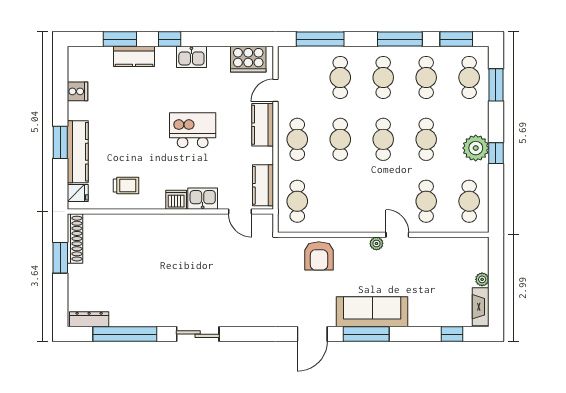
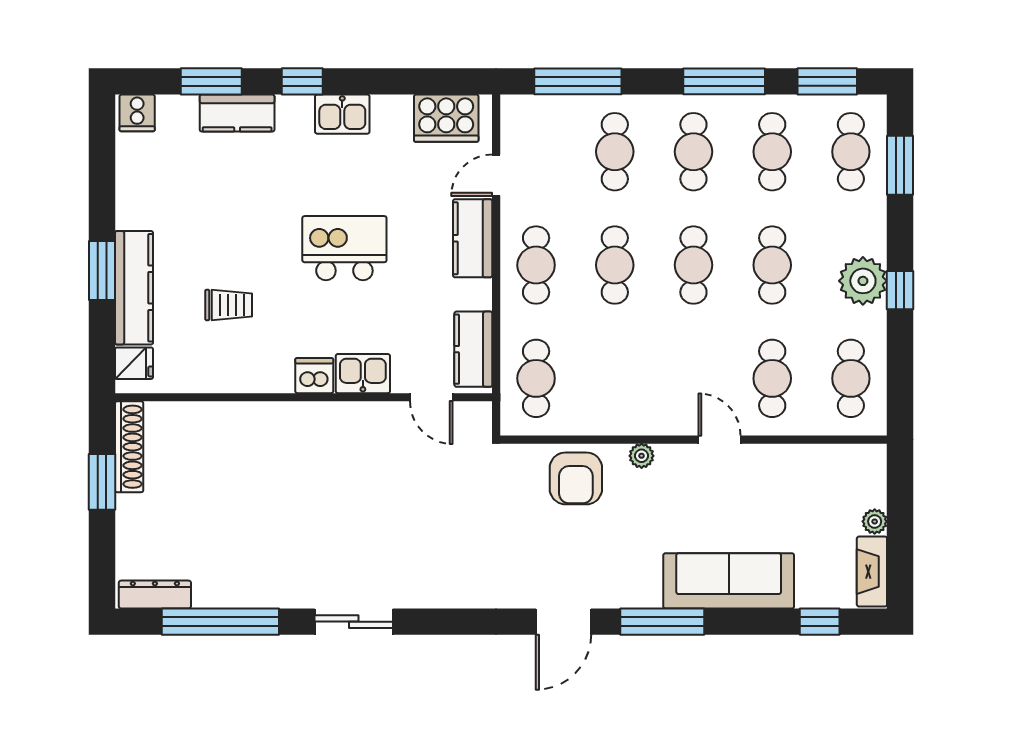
cooker: (77, 91) -> (137, 113), moved, turned 90
trolley: (126, 185) -> (229, 305), moved
plant: (376, 243) -> (642, 456), moved
sofa: (372, 312) -> (729, 581), moved

